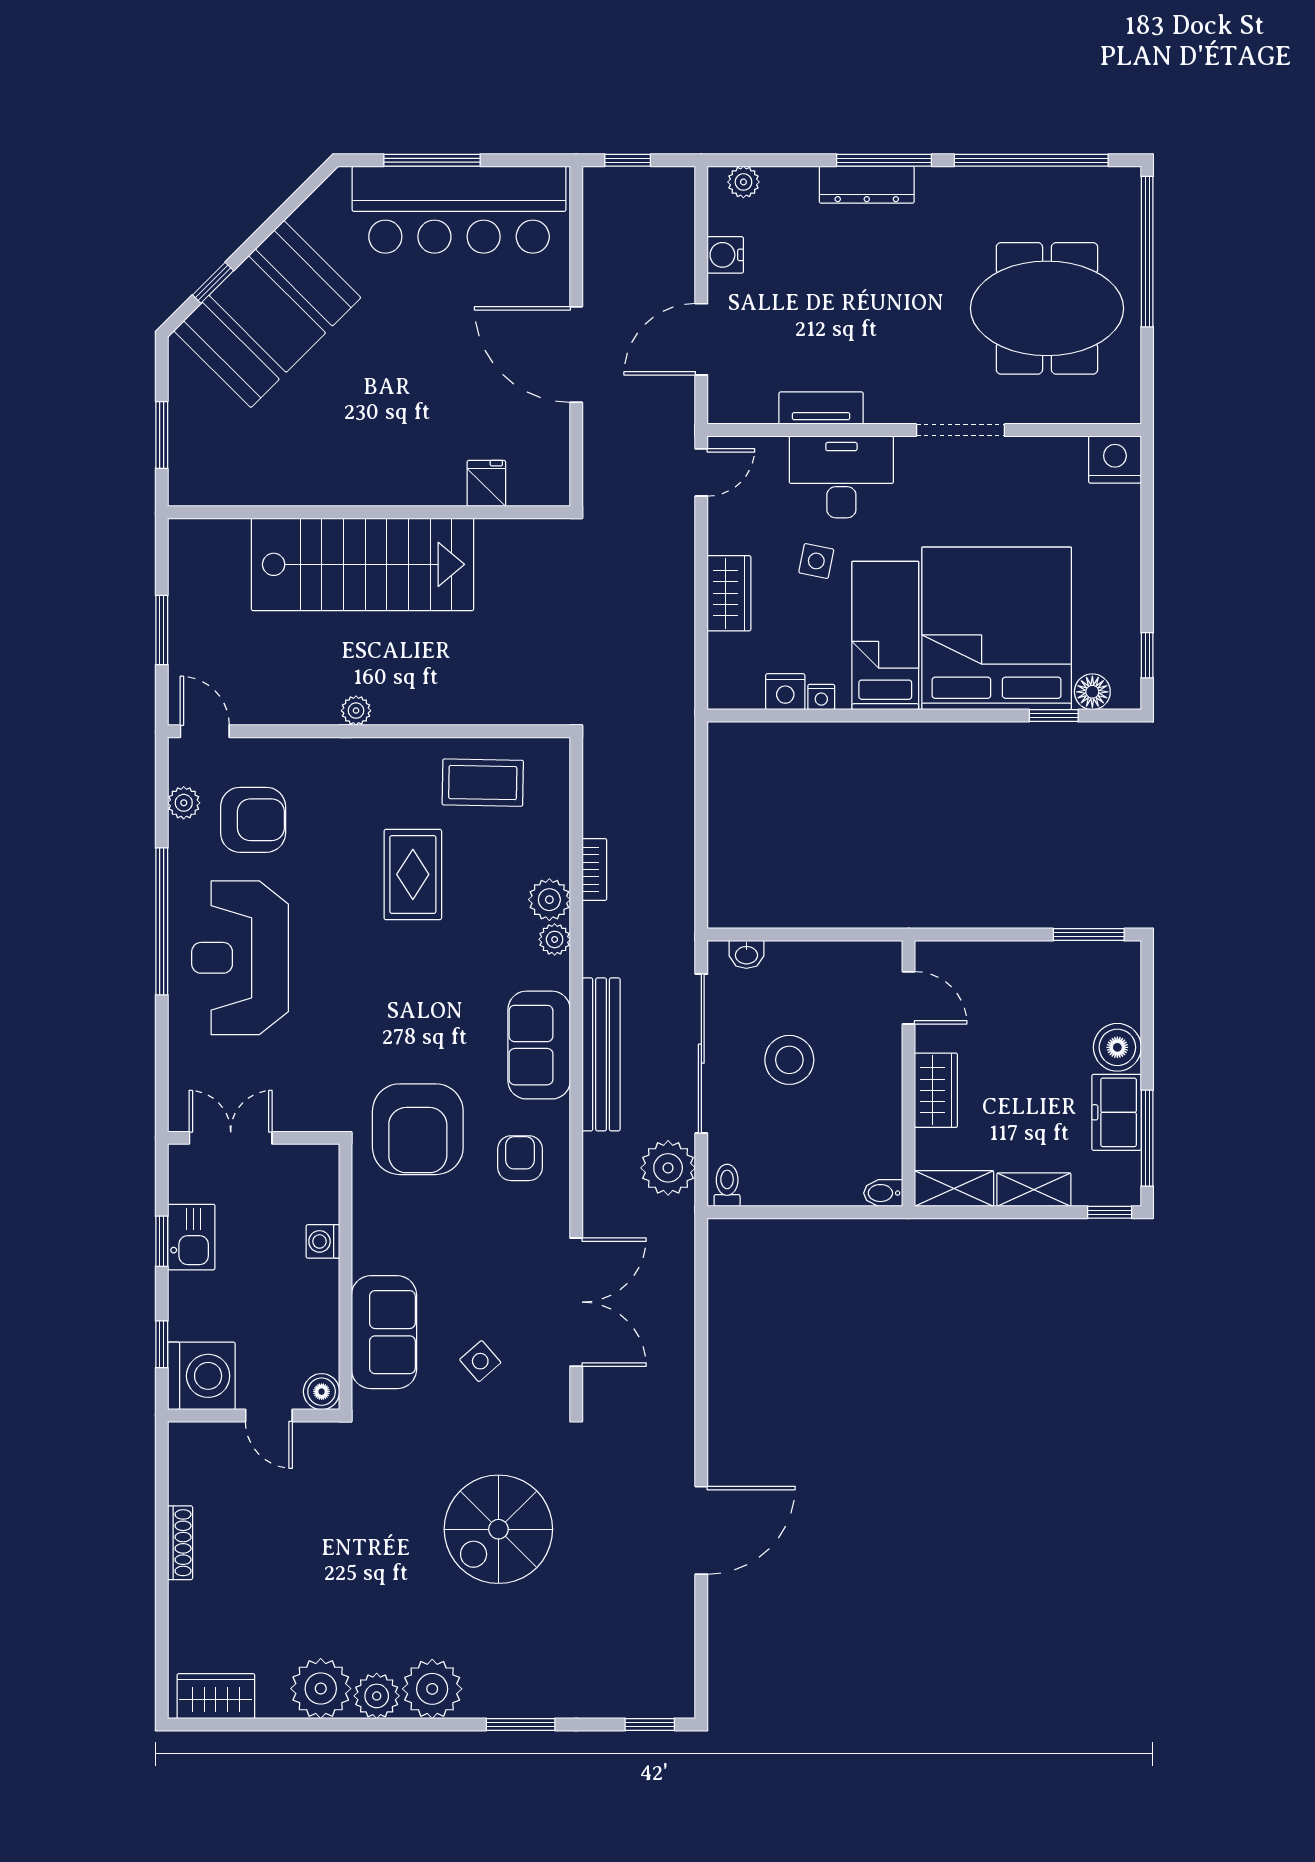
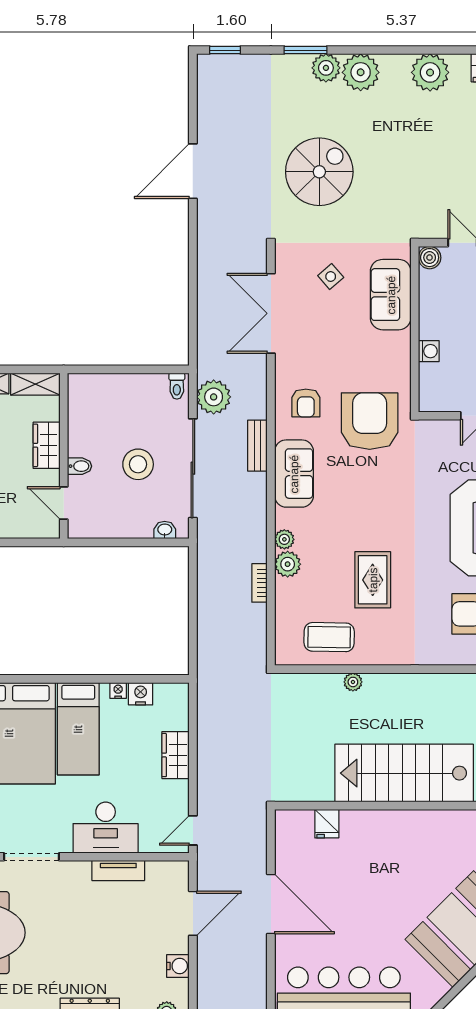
side table: (816, 561) -> (121, 775), removed
plant: (356, 711) -> (353, 682), moved
bench: (601, 1054) -> (257, 446), width x0.54, depth x0.82
bidet: (883, 1193) -> (80, 466), moved
plant: (377, 1696) -> (326, 68), moved

